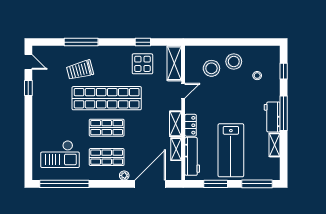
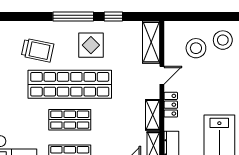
window: (81, 42) -> (73, 17), moved
display table: (142, 64) -> (91, 45), moved
trolley: (80, 70) -> (37, 50), turned -153
locker: (191, 125) -> (171, 105), moved

